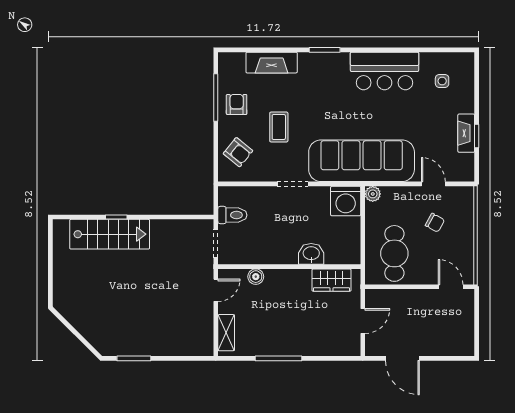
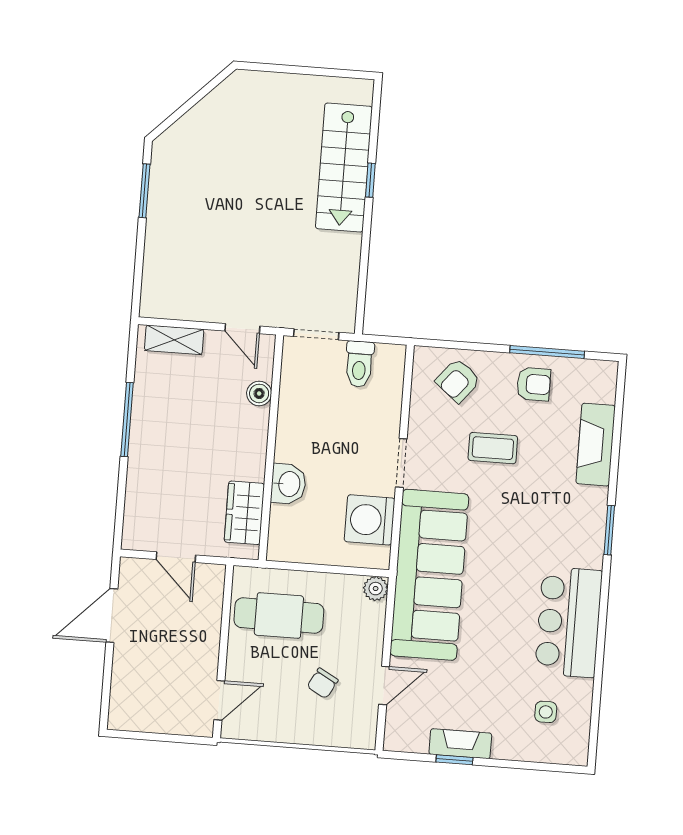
washing machine: (346, 201) -> (370, 520), moved

